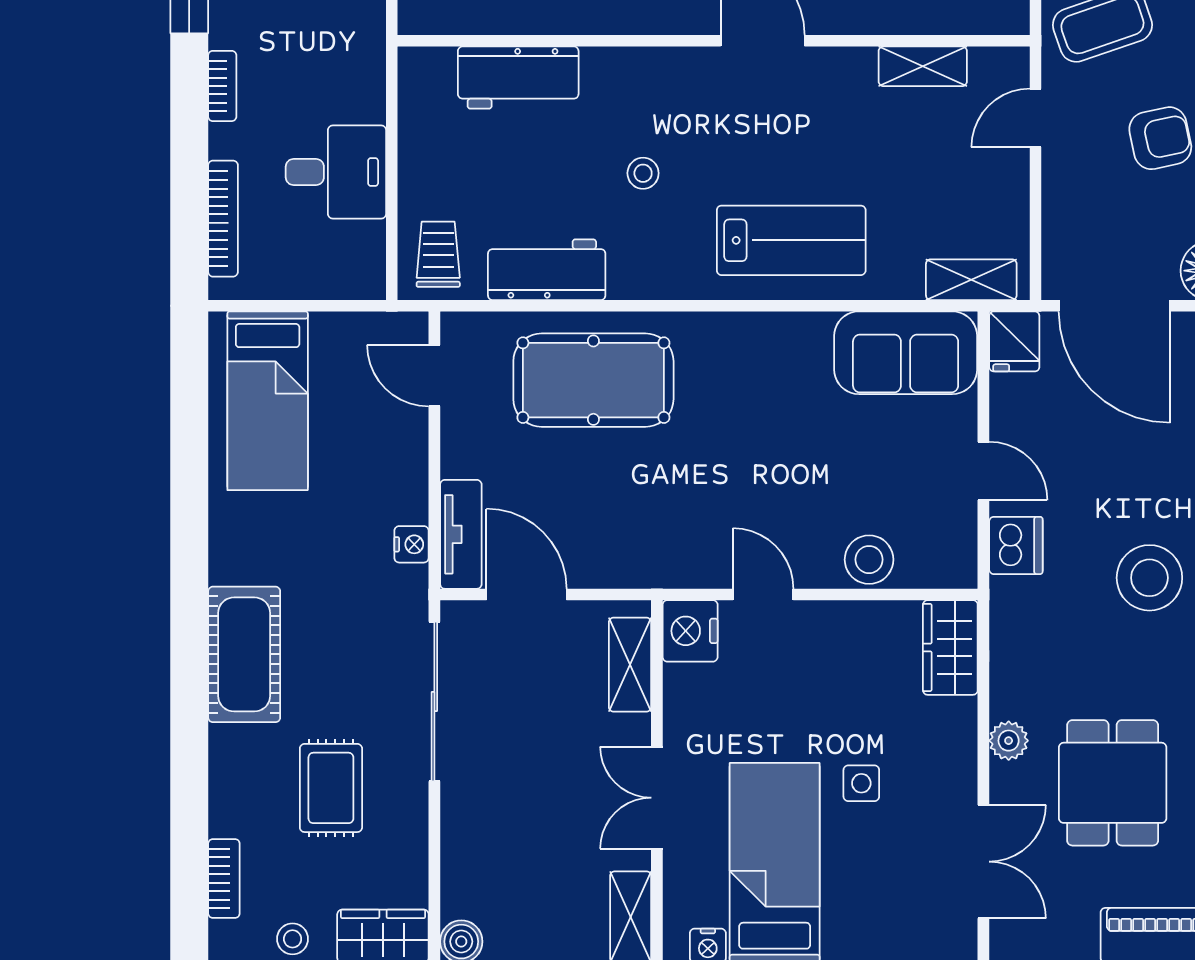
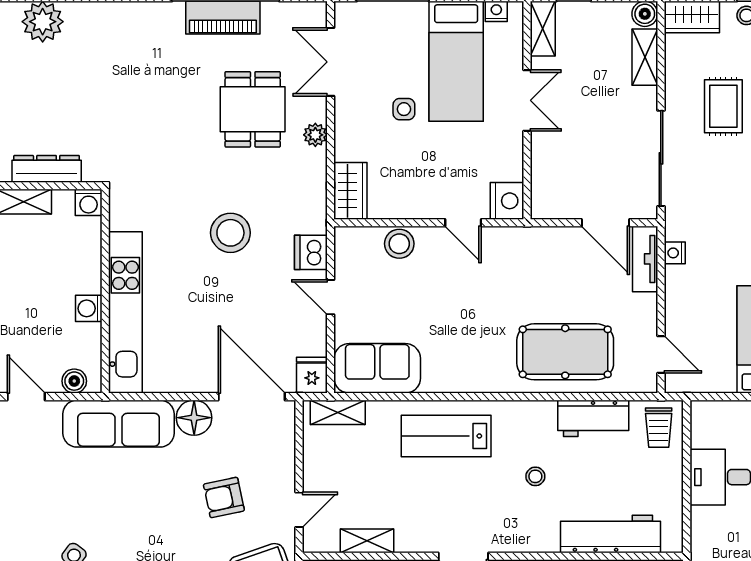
workbench: (518, 78) -> (610, 534), width x1.38
shelving: (630, 665) -> (645, 57), moved

